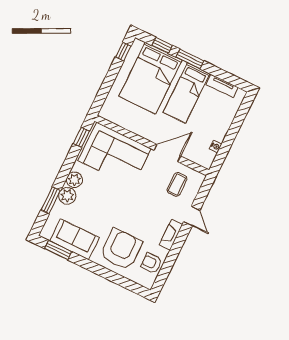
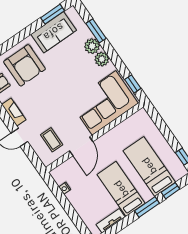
bed: (150, 78) -> (149, 166), width x0.67

